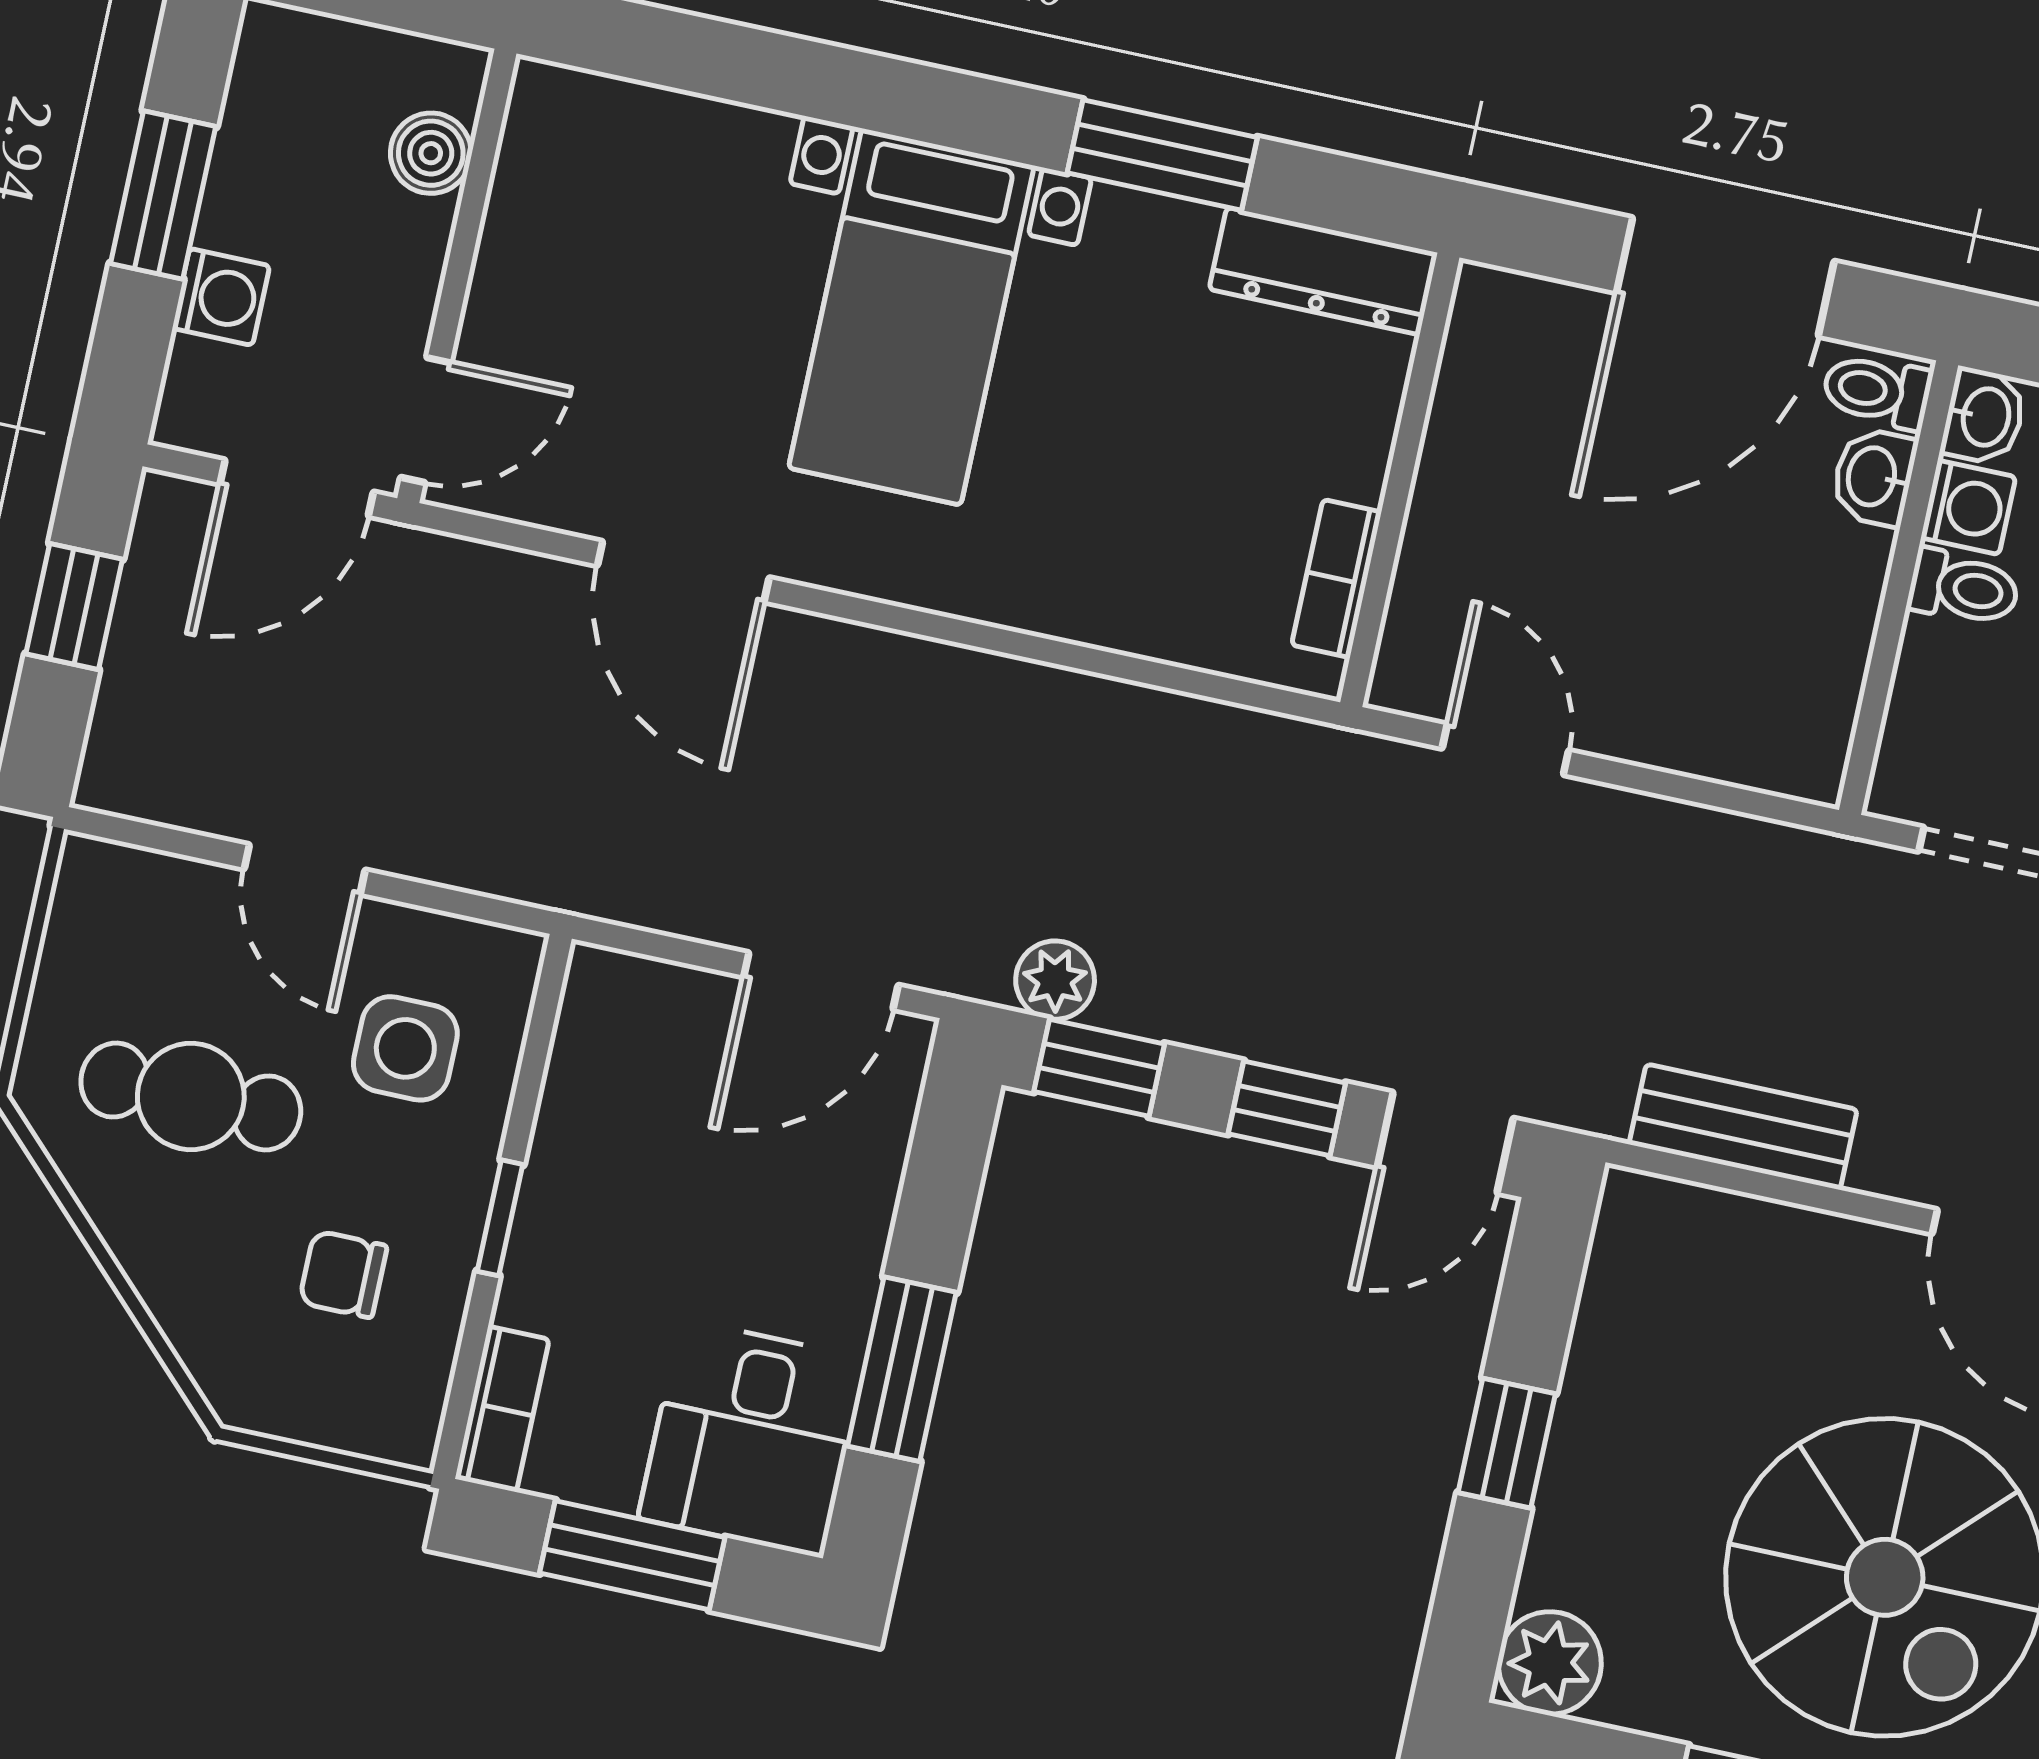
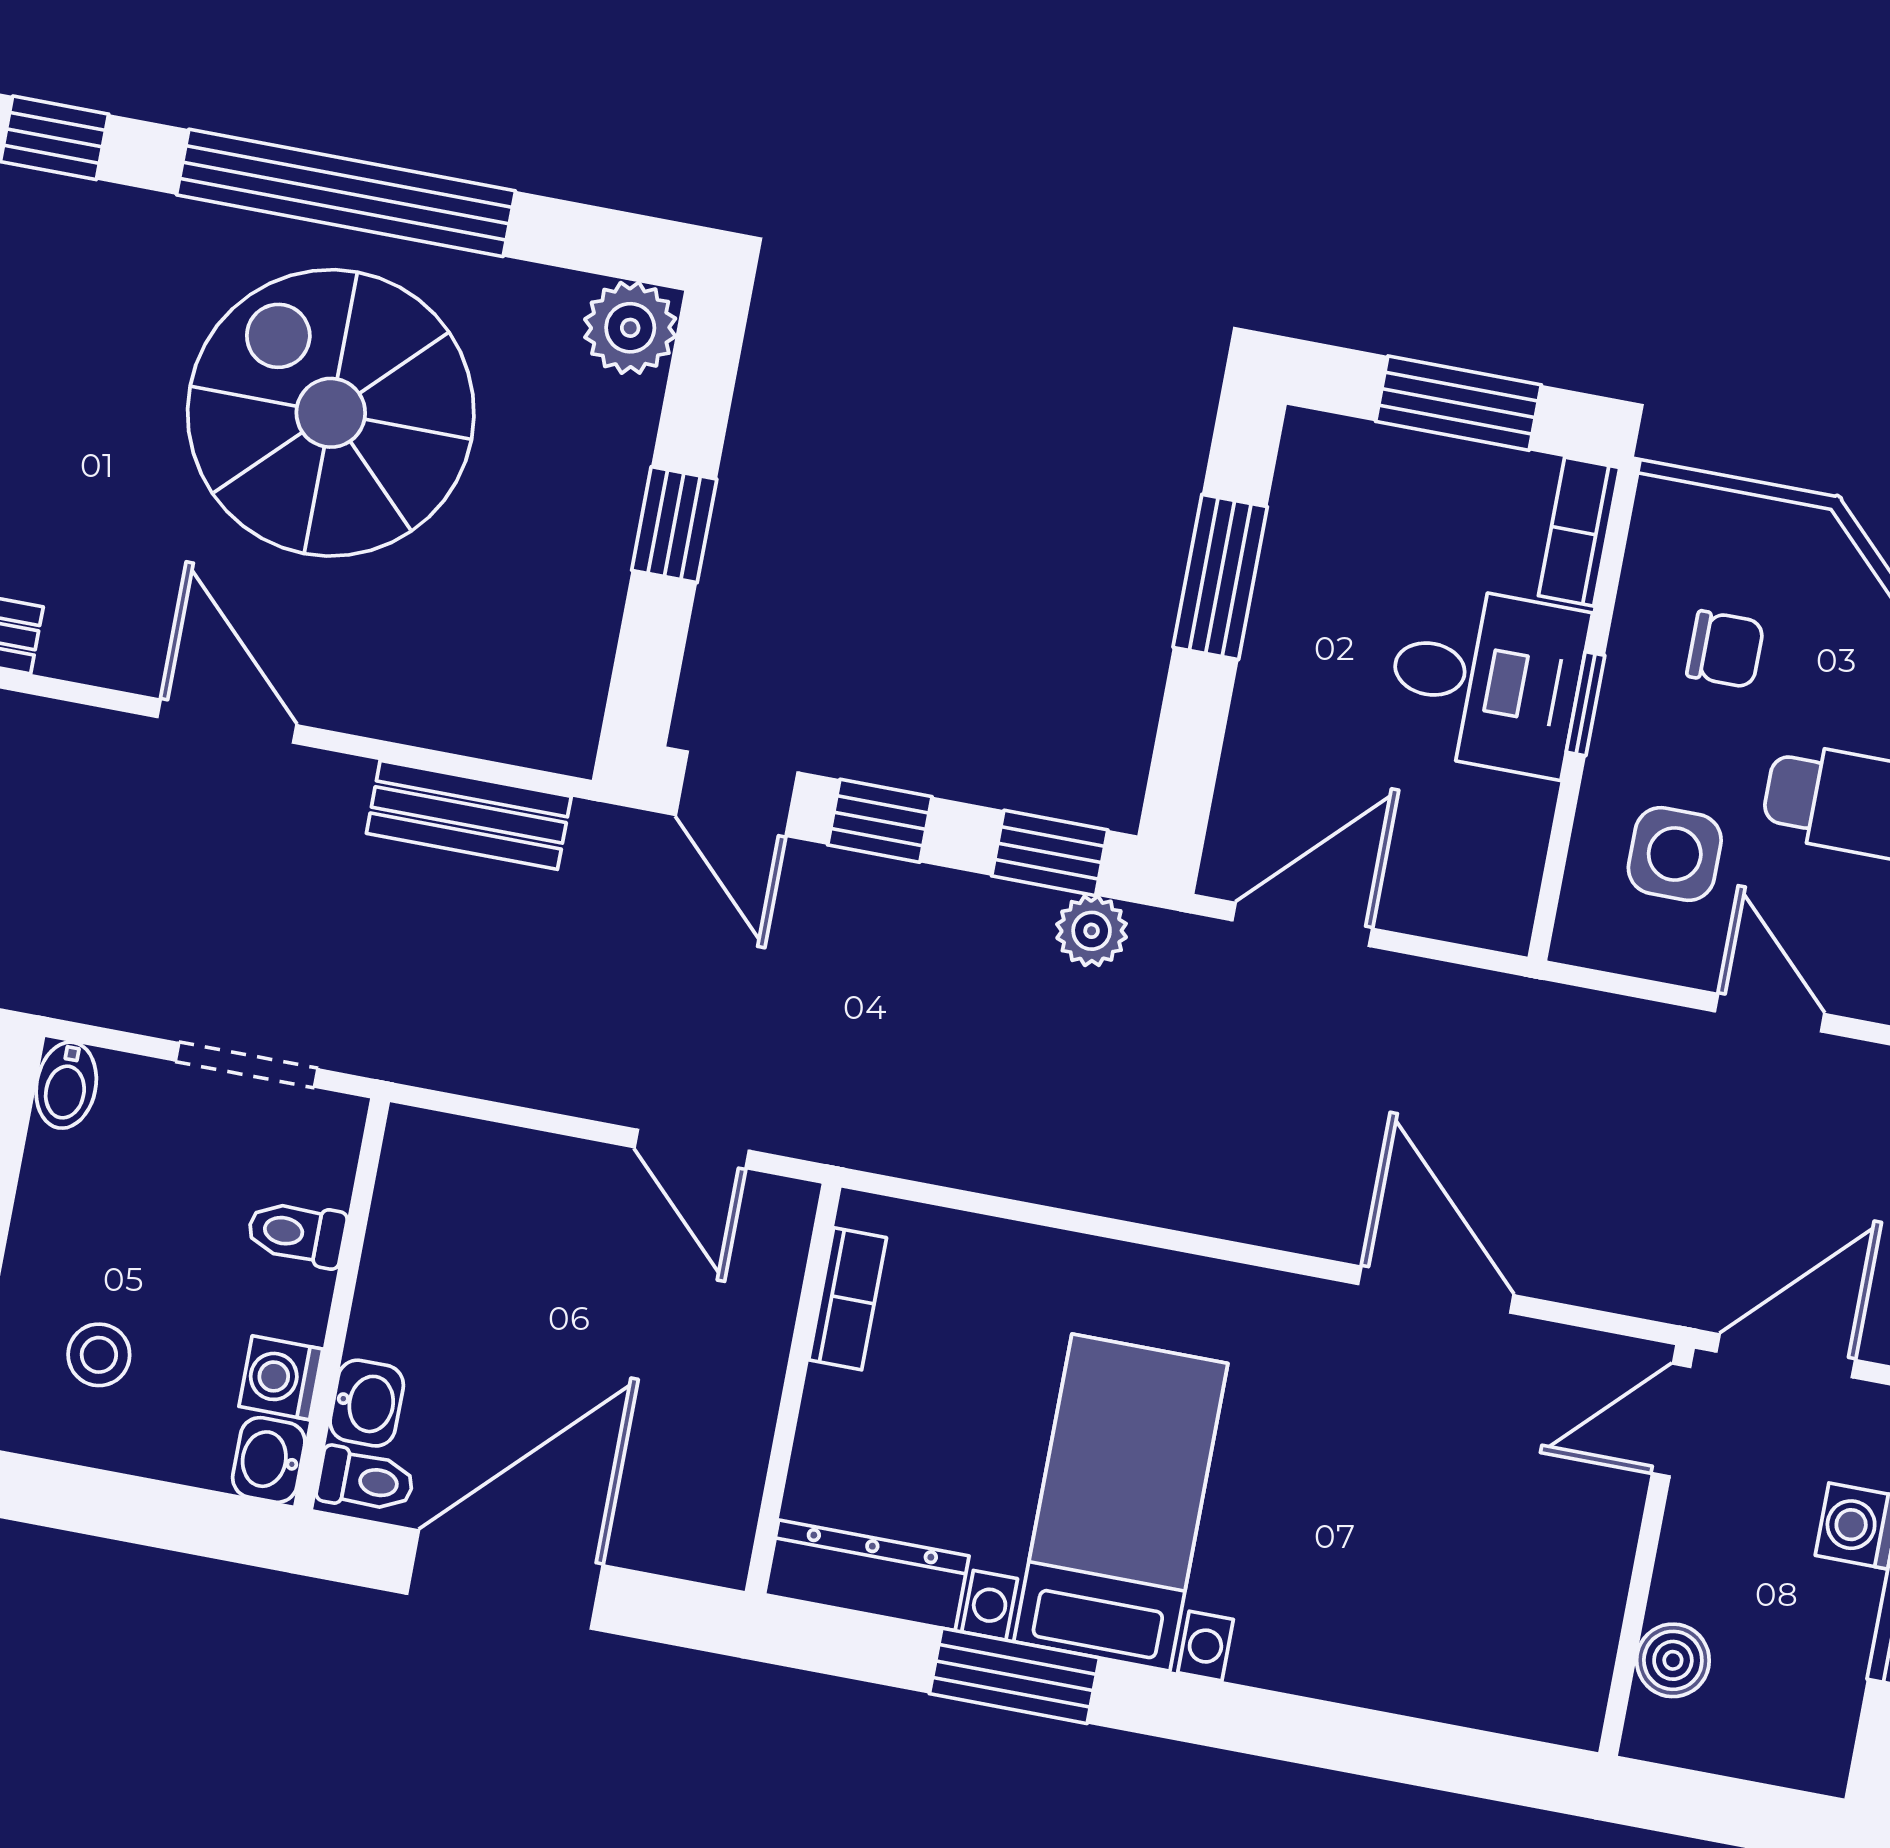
bed with nightstands: (911, 317) -> (1121, 1503), moved
toilet: (1964, 588) -> (297, 1233), moved
door: (1445, 1143) -> (737, 794), swing flipped
desk: (752, 1438) -> (1486, 680), moved, turned 90

